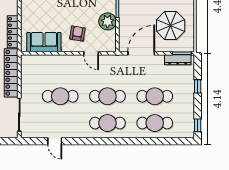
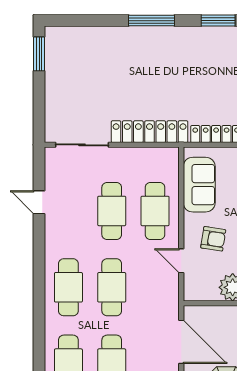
door: (91, 53) -> (181, 261), hinge flipped
cafe table: (60, 69) -> (155, 211), added
door: (55, 141) -> (39, 202), hinge flipped

